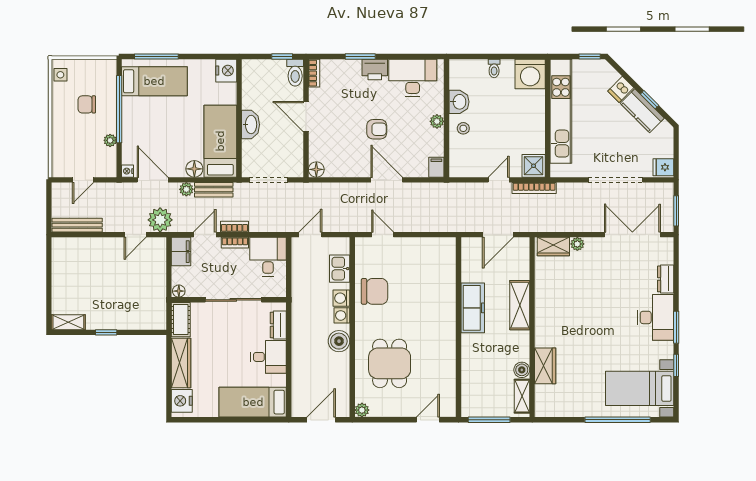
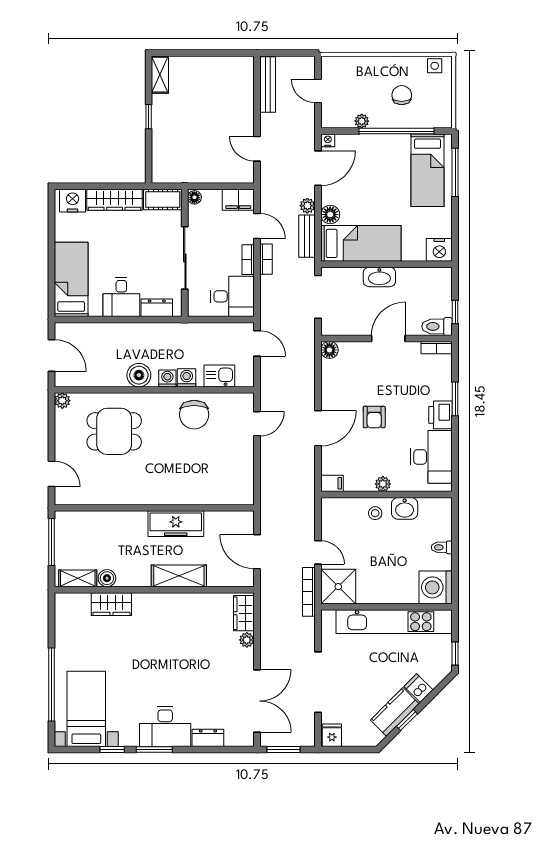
shower: (534, 166) -> (338, 587), width x1.36, depth x1.36
plant: (160, 220) -> (274, 177), removed

